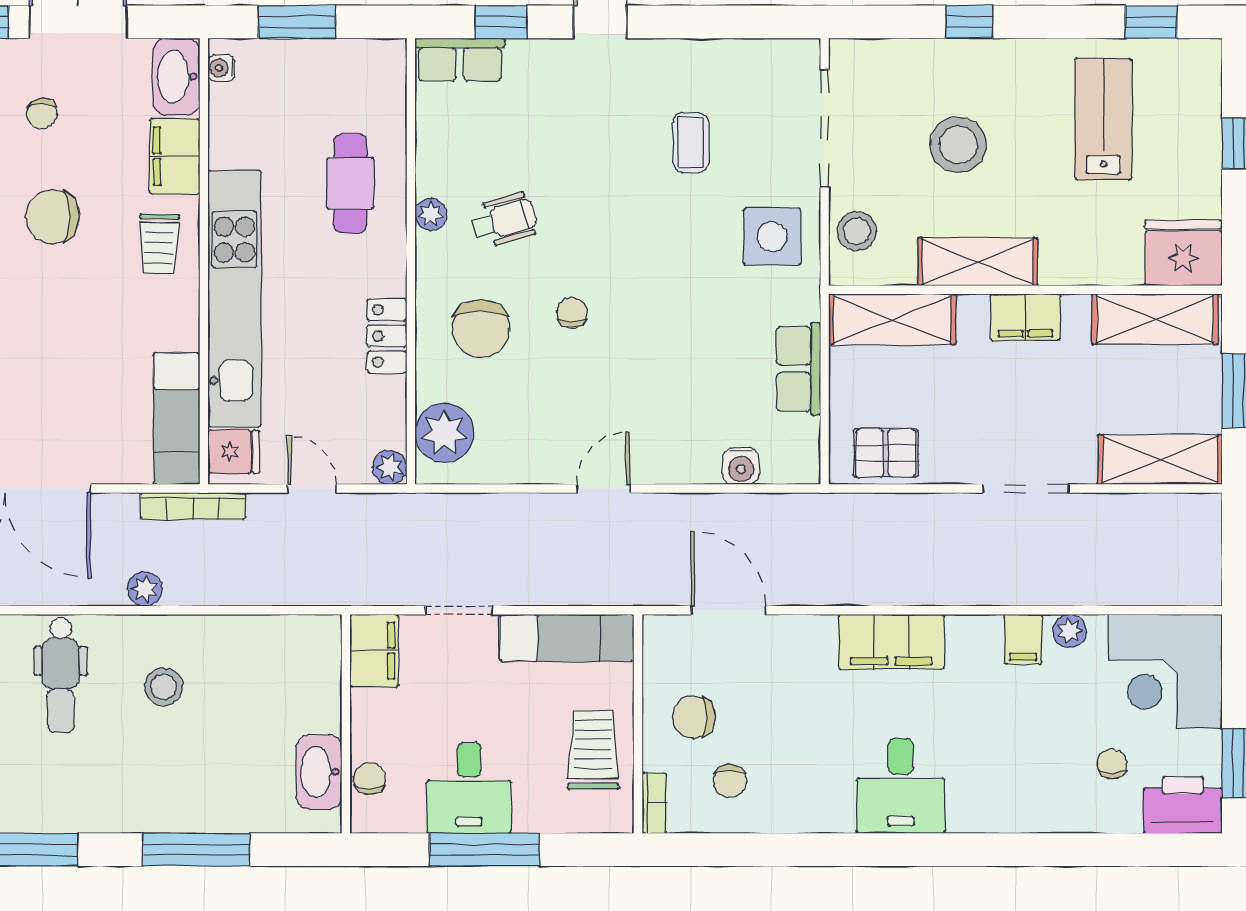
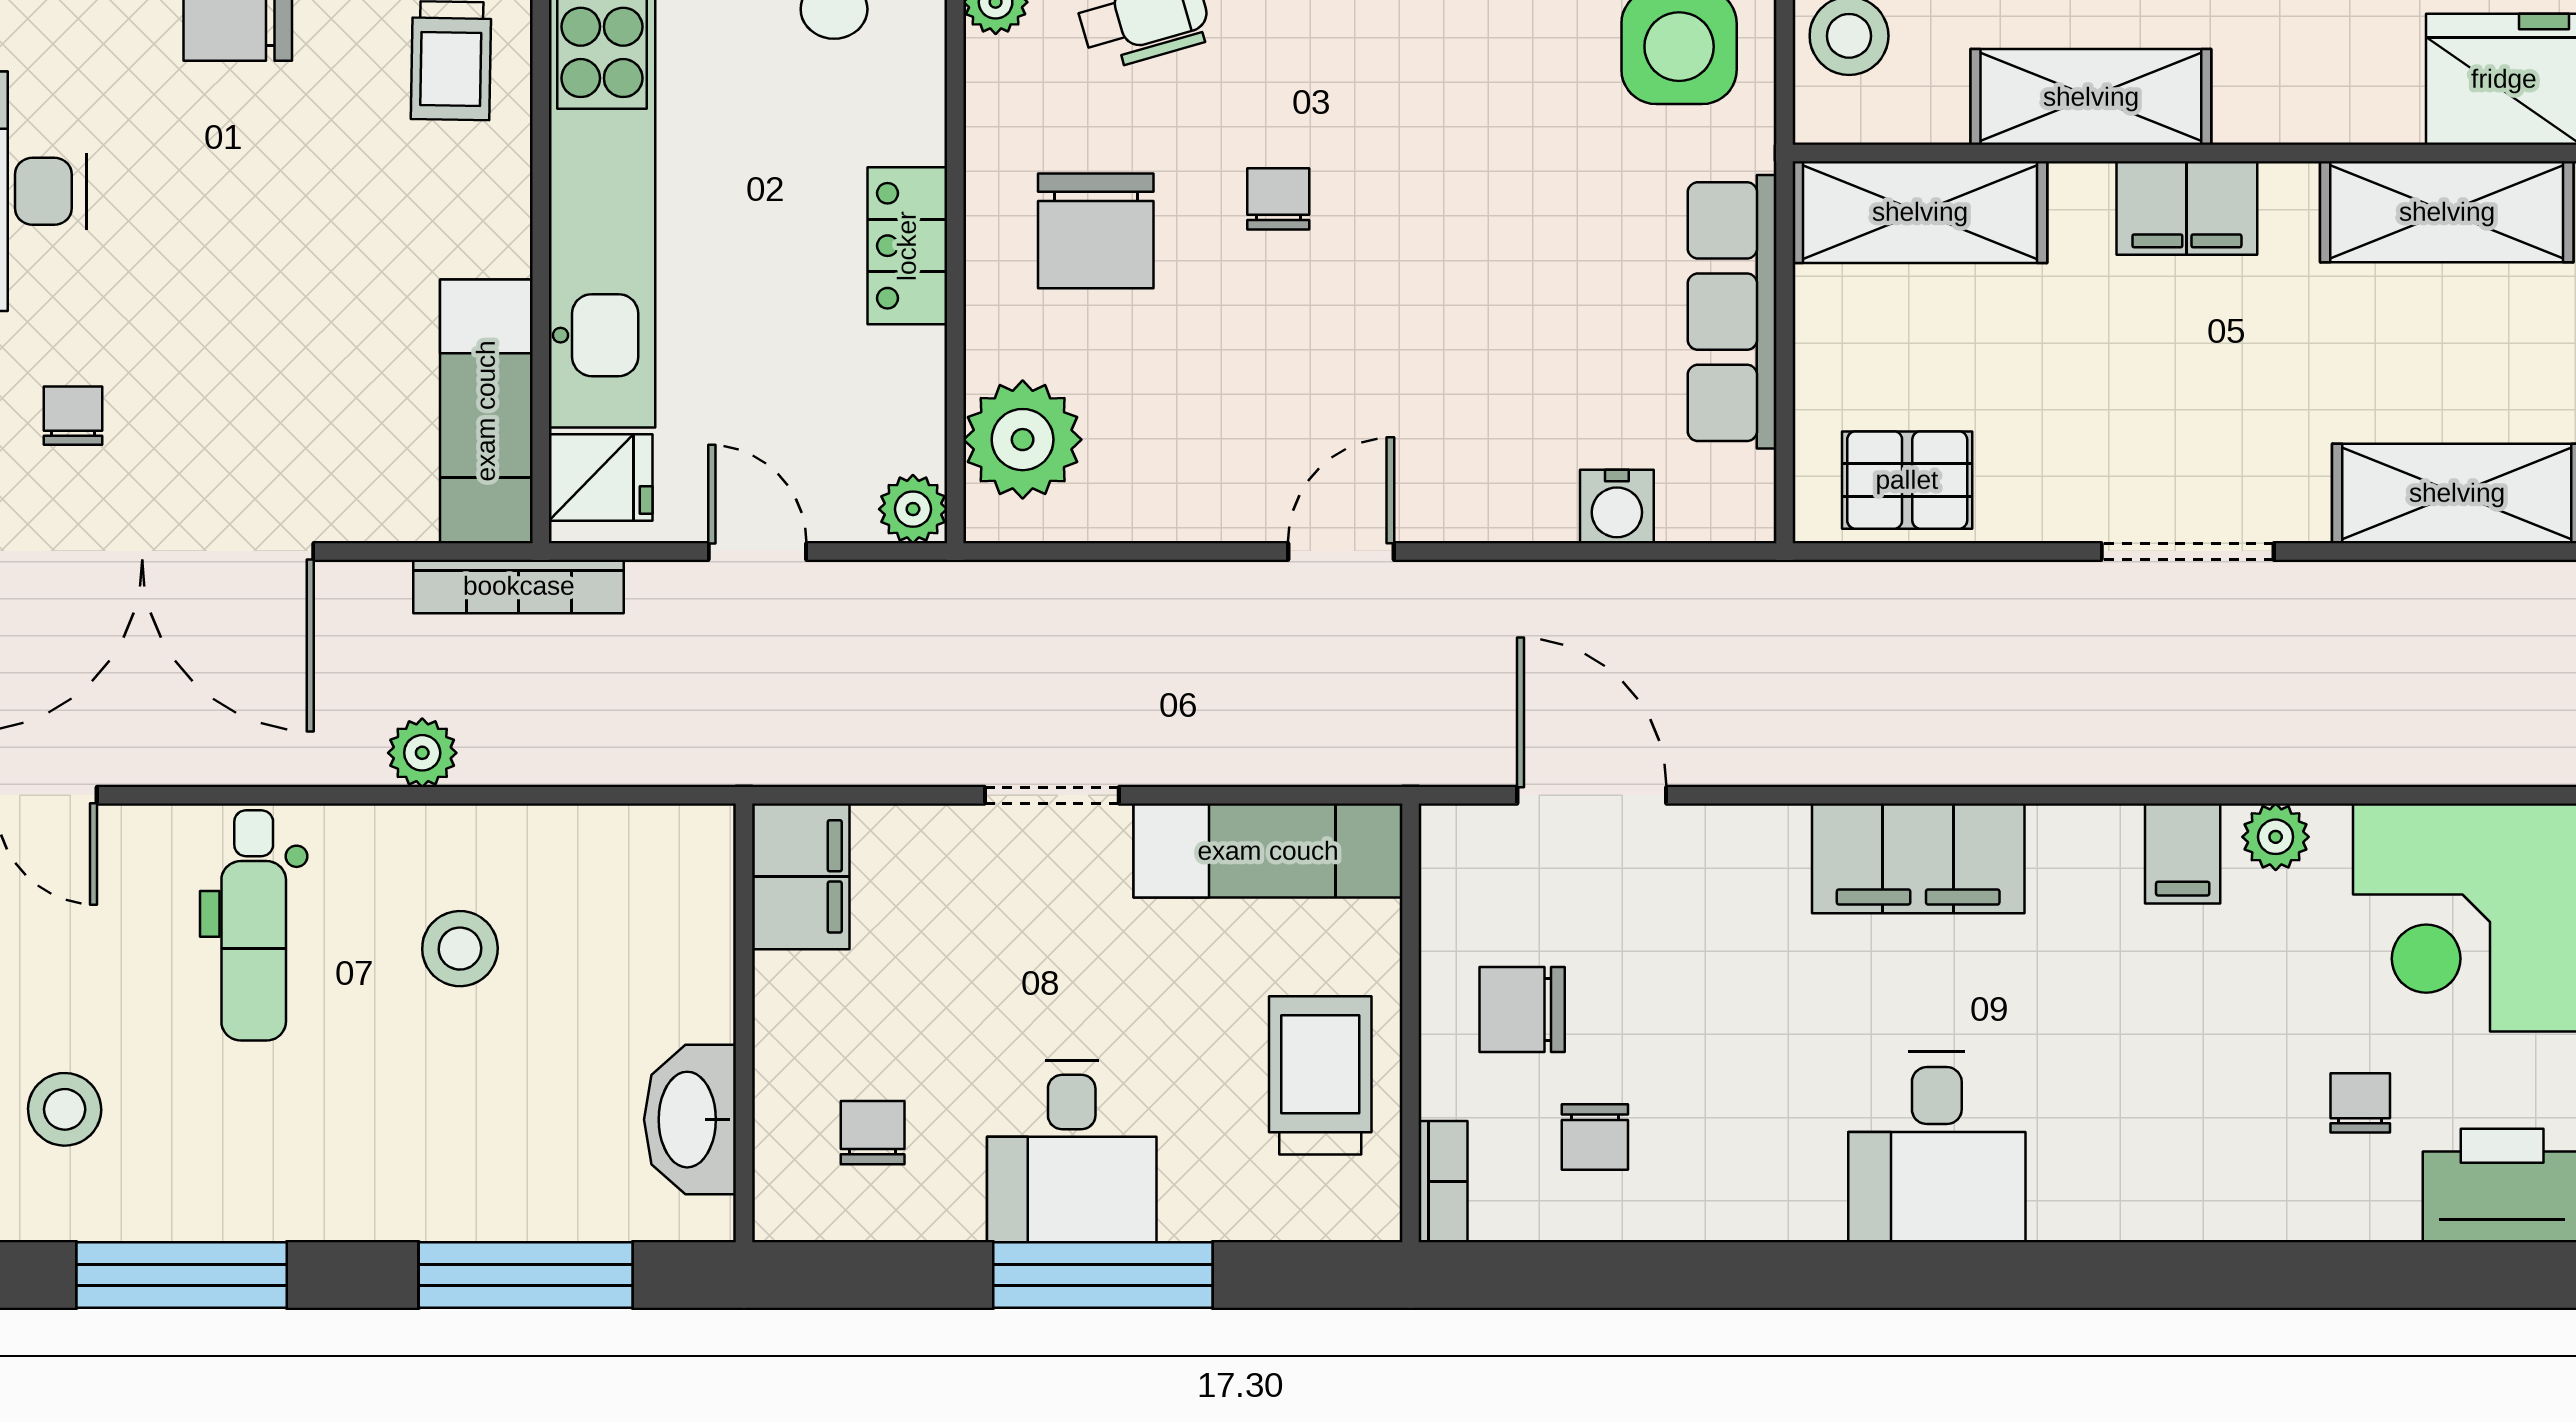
row of seats: (798, 369) -> (1732, 312), width x1.48
filing cabinet: (374, 651) -> (801, 876), moved
wall: (346, 724) -> (744, 1023), moved
washbasin: (319, 772) -> (690, 1120), moved

